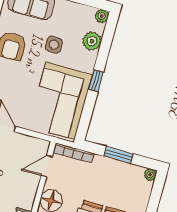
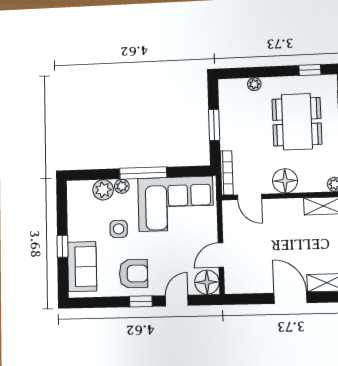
plant: (102, 16) -> (122, 186), moved
window: (96, 81) -> (143, 173), width x2.17
plant: (150, 175) -> (254, 84), moved

